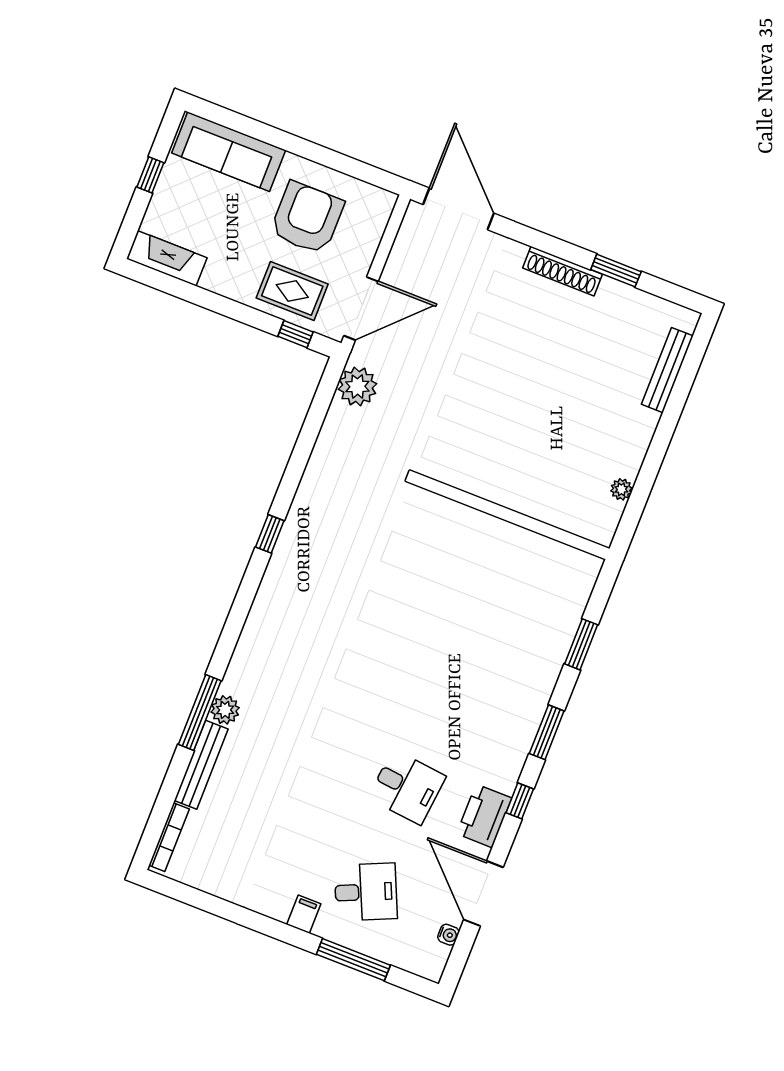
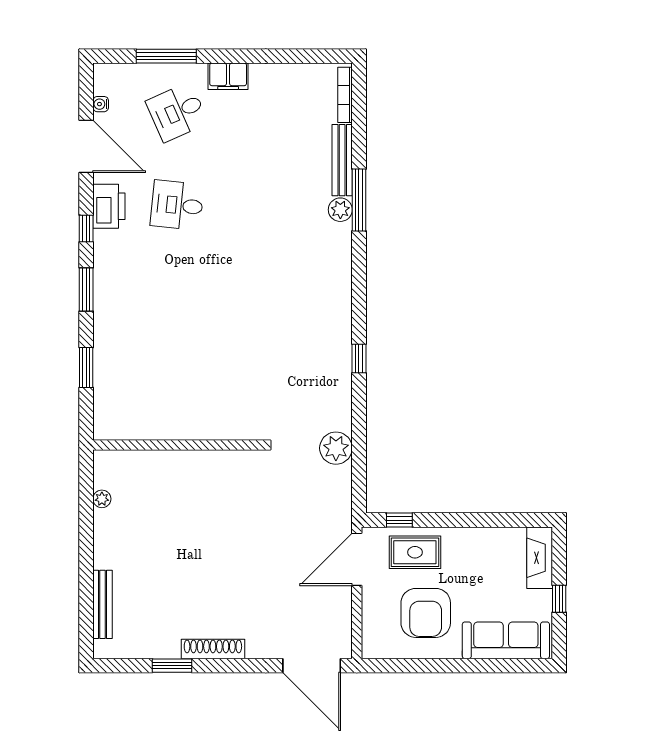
fireplace: (167, 258) -> (540, 558), moved, turned 90
plant: (357, 387) -> (336, 448), moved
filing cabinet: (304, 914) -> (228, 76), width x2.00

